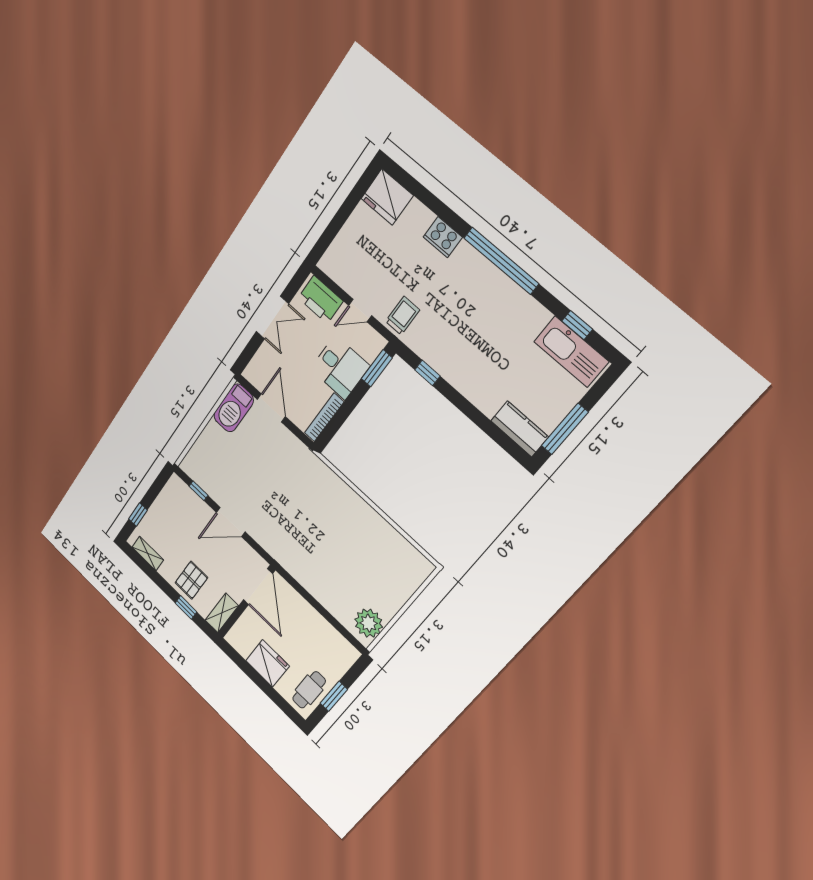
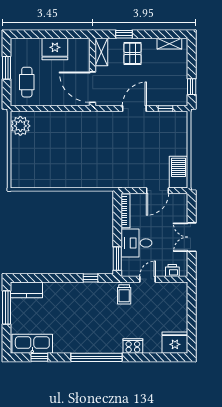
printer: (321, 300) -> (172, 270), width x0.53, depth x0.68
door: (271, 408) -> (158, 191), hinge flipped
window: (138, 515) -> (192, 87), moved
cafe table: (309, 690) -> (27, 82), moved

